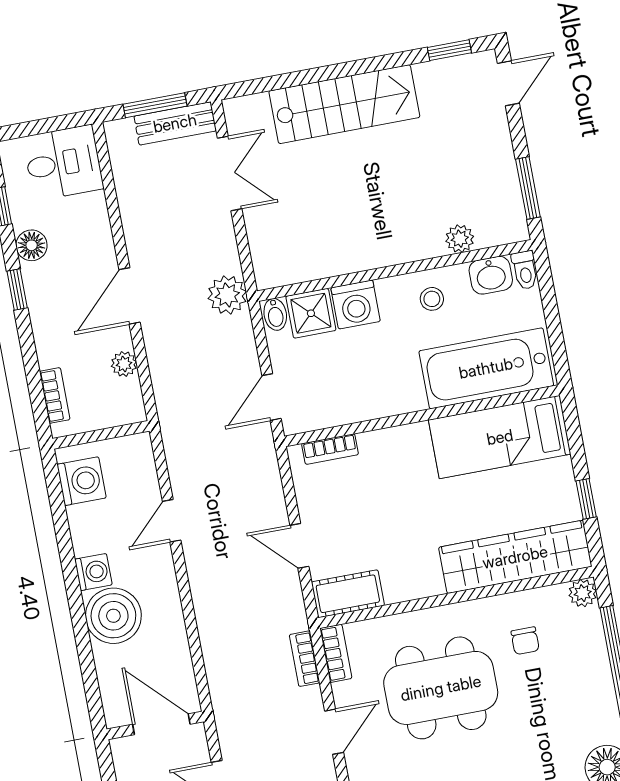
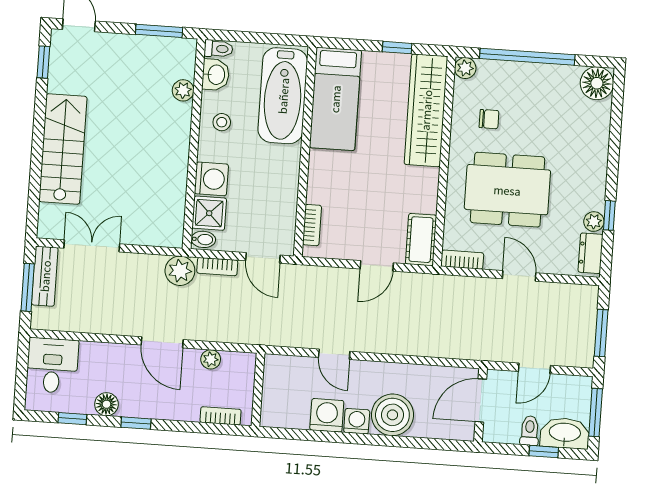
washing machine: (81, 481) -> (327, 415), moved
bookcase: (304, 659) -> (217, 267), moved
dining table: (441, 688) -> (507, 190), turned 90

